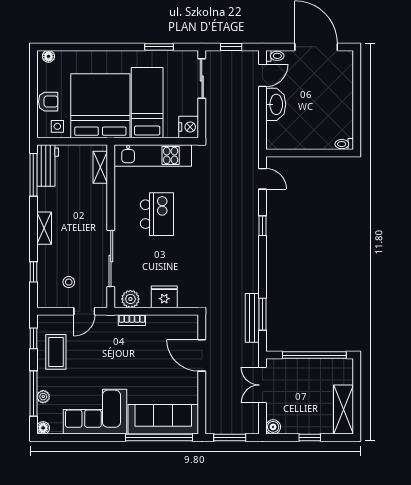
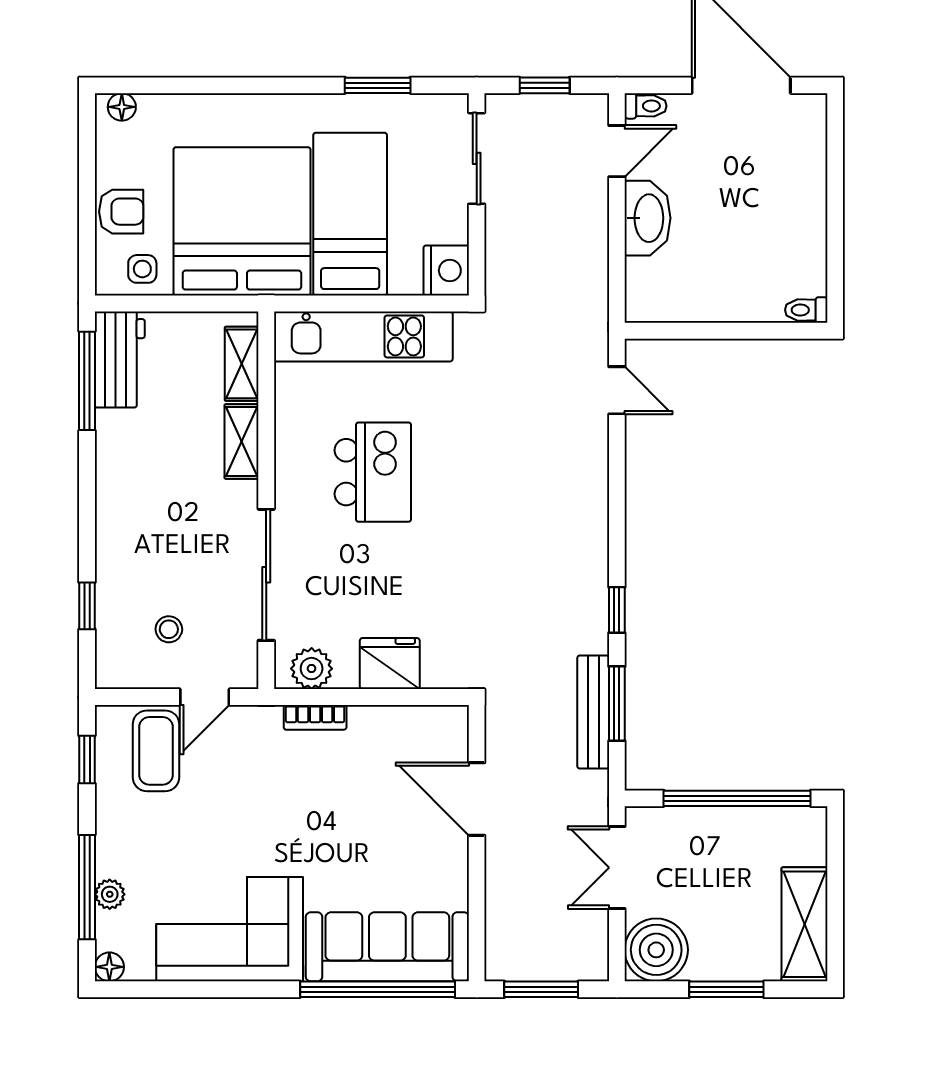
window: (262, 226) -> (617, 610), moved
shelving: (44, 228) -> (242, 442), moved
coffee table: (56, 352) -> (156, 751), moved
boiler: (273, 427) -> (656, 950), width x1.86, depth x1.86
window: (310, 438) -> (726, 989), width x1.50

